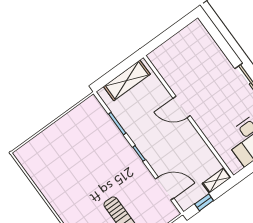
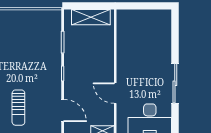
door: (182, 107) -> (115, 93), moved

